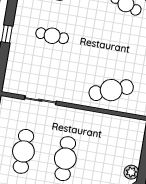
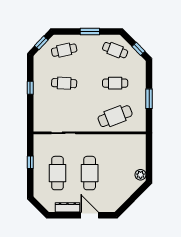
cafe table: (119, 47) -> (115, 83), added

